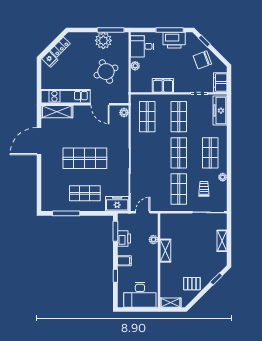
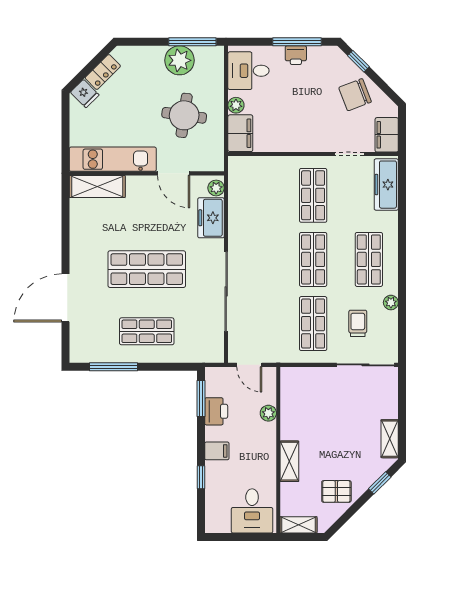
printer: (174, 40) -> (296, 55), width x0.53, depth x0.68
round table: (106, 72) -> (184, 115), turned 30
filing cabinet: (163, 85) -> (240, 133), moved, turned 90
shop shelf: (147, 117) -> (257, 195), removed
door: (39, 141) -> (65, 298), moved
freezer: (117, 204) -> (211, 218), moved, turned -90
door: (143, 212) -> (249, 365), swing flipped
shelving: (222, 241) -> (390, 439), moved
shelving: (165, 251) -> (289, 461), moved
desk: (140, 295) -> (252, 511), width x0.73

